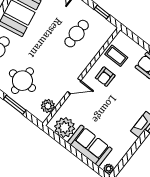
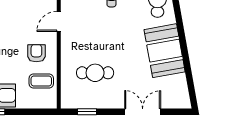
cafe table: (77, 34) -> (95, 73), turned 90

